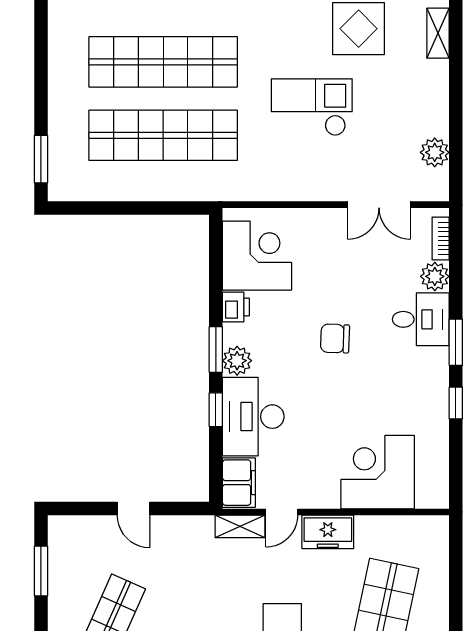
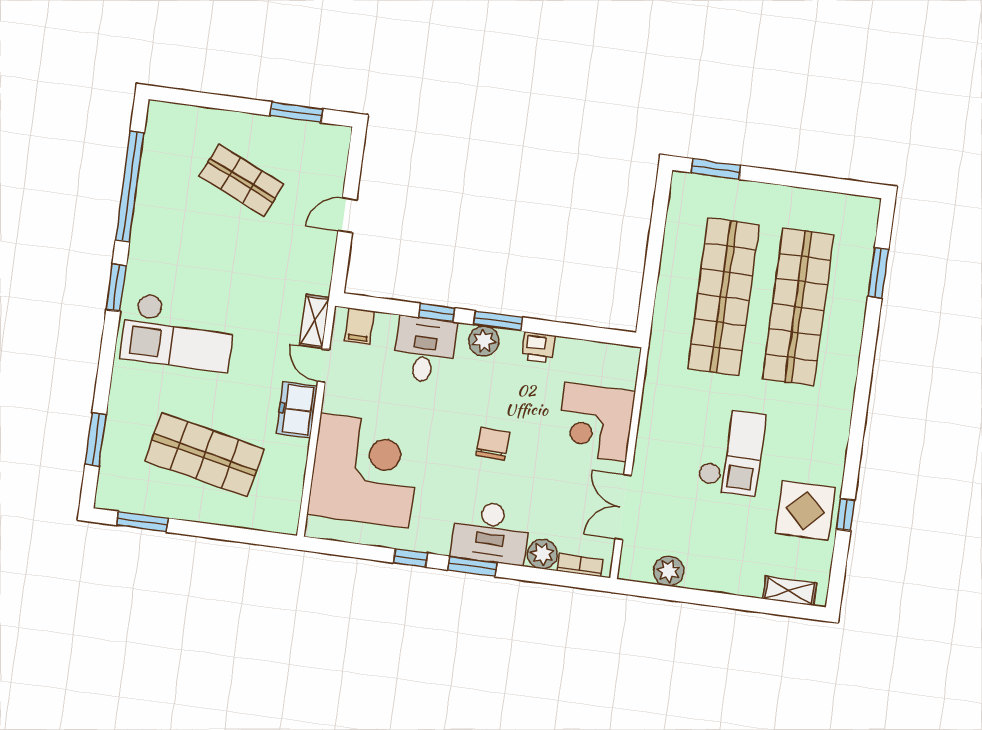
corner desk: (257, 256) -> (596, 422), moved, turned 90
desk: (421, 319) -> (491, 533), width x1.37
desk: (253, 417) -> (425, 350), width x0.73
corner desk: (378, 472) -> (364, 471), width x1.36, depth x1.36
filing cabinet: (239, 483) -> (359, 326), width x0.50

